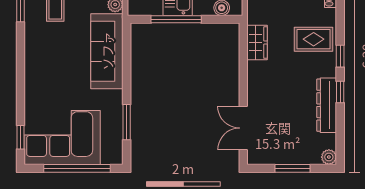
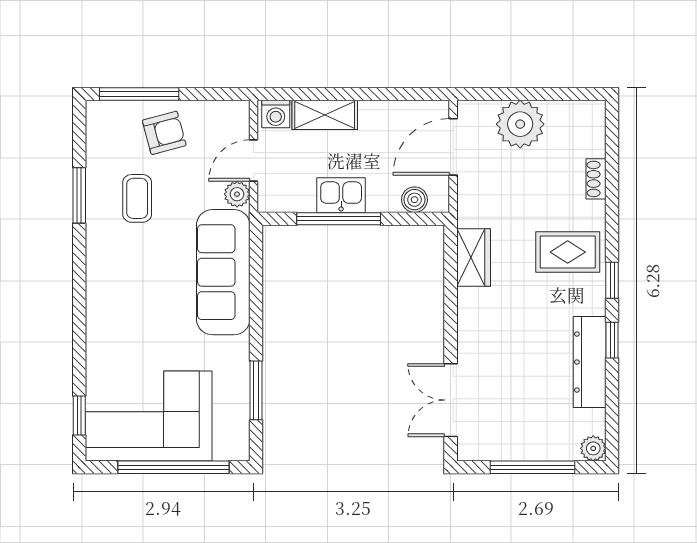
window: (292, 168) -> (532, 467), width x1.44

